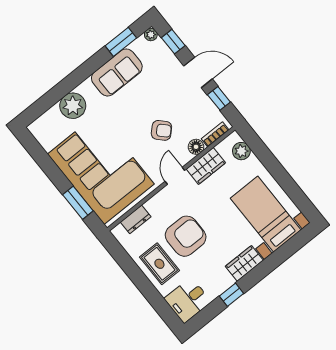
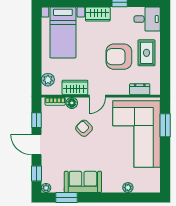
plant: (73, 106) -> (128, 188), width x0.53, depth x0.53

